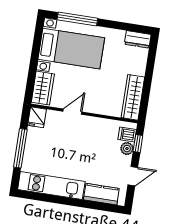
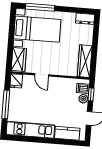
door: (72, 112) -> (42, 75), swing flipped

